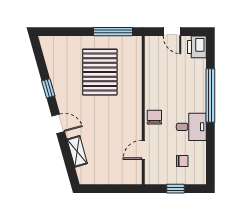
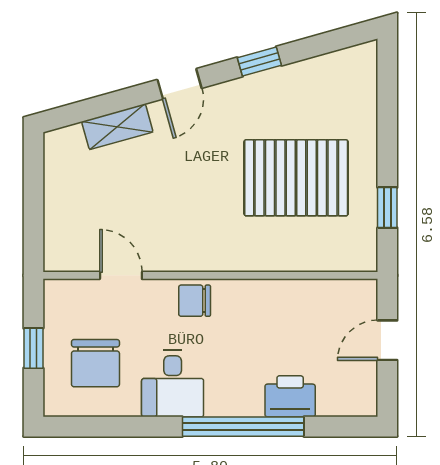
window: (113, 32) -> (387, 208), width x0.46
printer: (197, 47) -> (290, 396), moved
chair: (154, 117) -> (195, 301), turned 180
chair: (182, 161) -> (95, 363), width x1.87, depth x1.87

